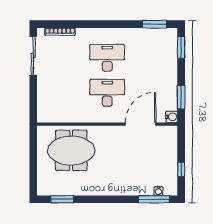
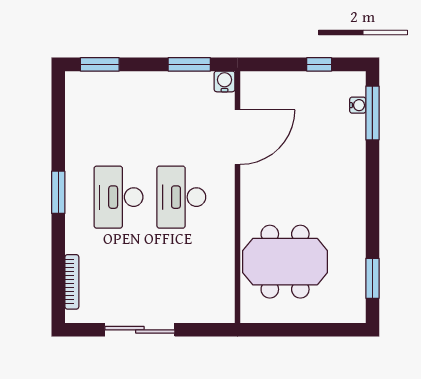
window: (154, 24) -> (58, 192), moved
sliding door: (33, 56) -> (140, 330), moved
door: (141, 124) -> (238, 137), swing flipped
meeting table: (71, 151) -> (285, 262), turned 90

